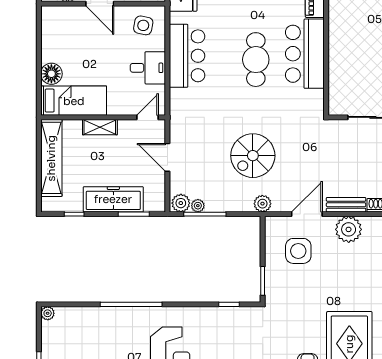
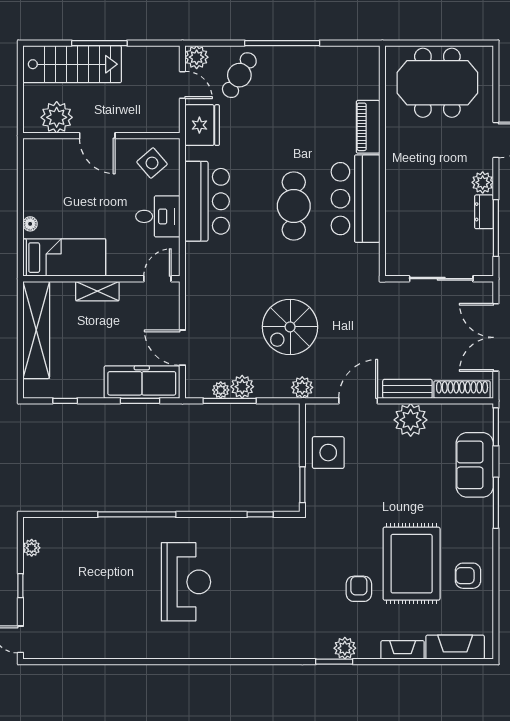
side table: (143, 25) -> (152, 163), turned 38
floor lamp: (51, 74) -> (30, 224), width x0.53, depth x0.53
door: (167, 157) -> (182, 348), moved
freezer: (113, 199) -> (142, 382), moved
plant: (181, 203) -> (242, 387), moved
side table: (298, 251) -> (328, 453), moved
plant: (48, 313) -> (32, 548), moved

